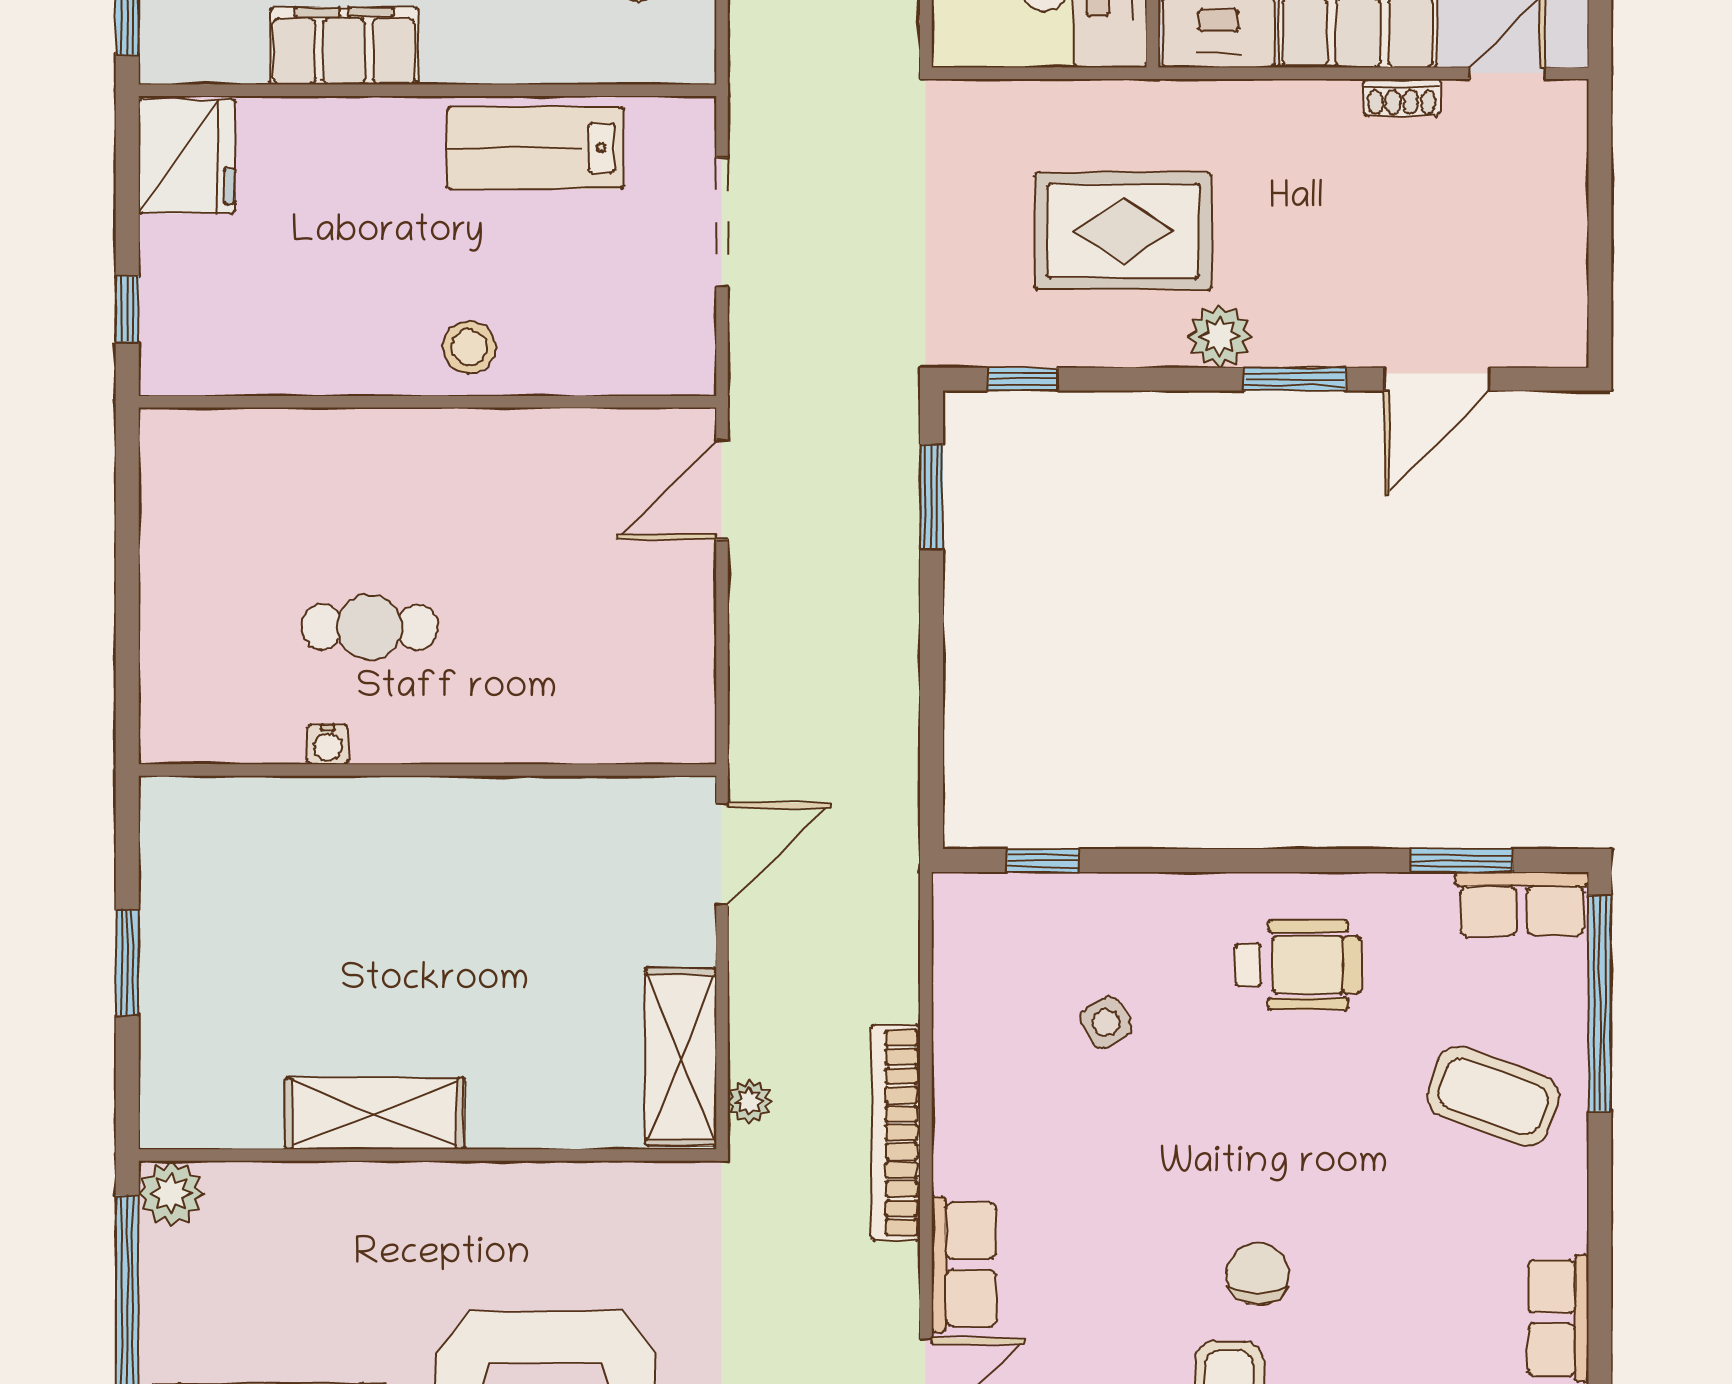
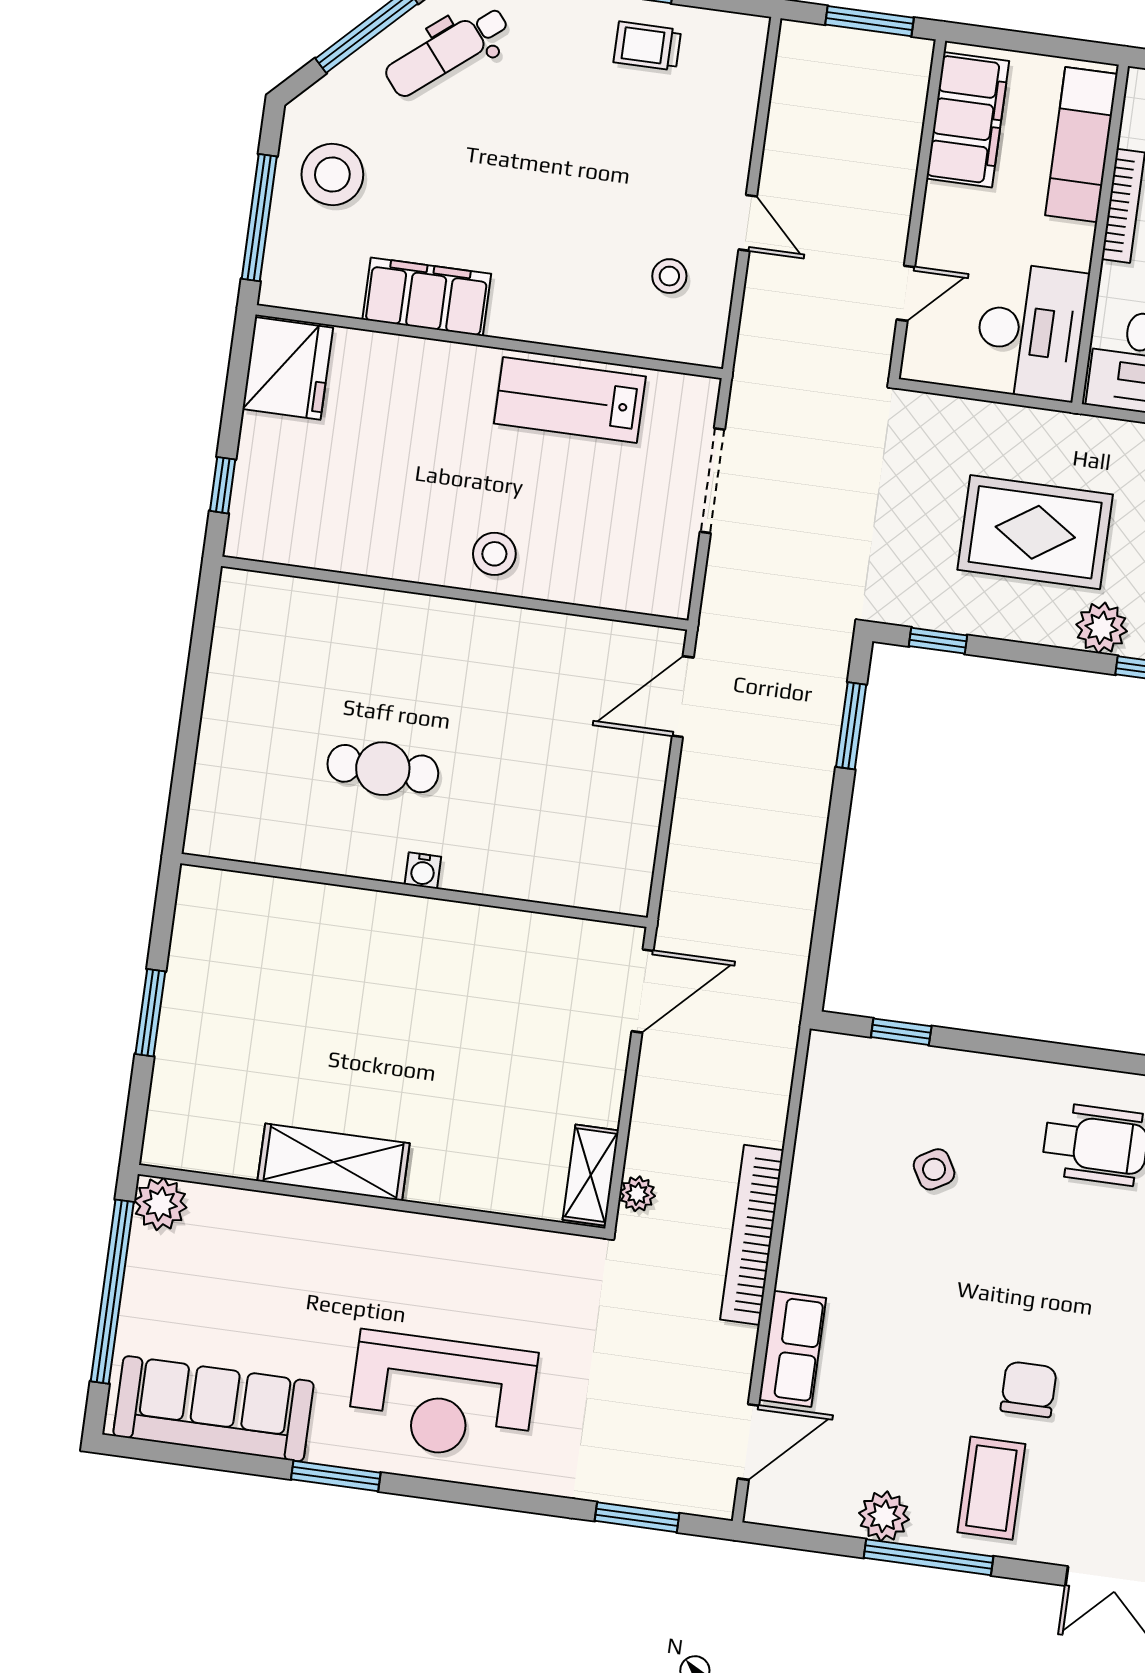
water cooler: (328, 744) -> (423, 871), moved
shelving: (681, 1057) -> (591, 1175), width x0.67, depth x0.75

